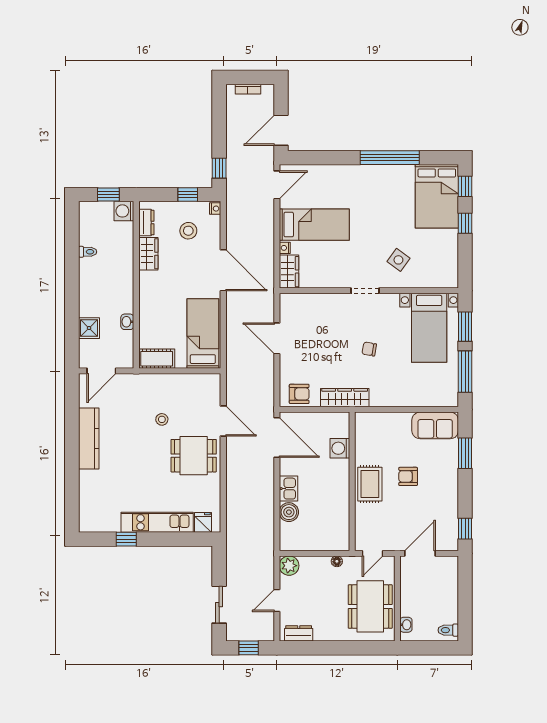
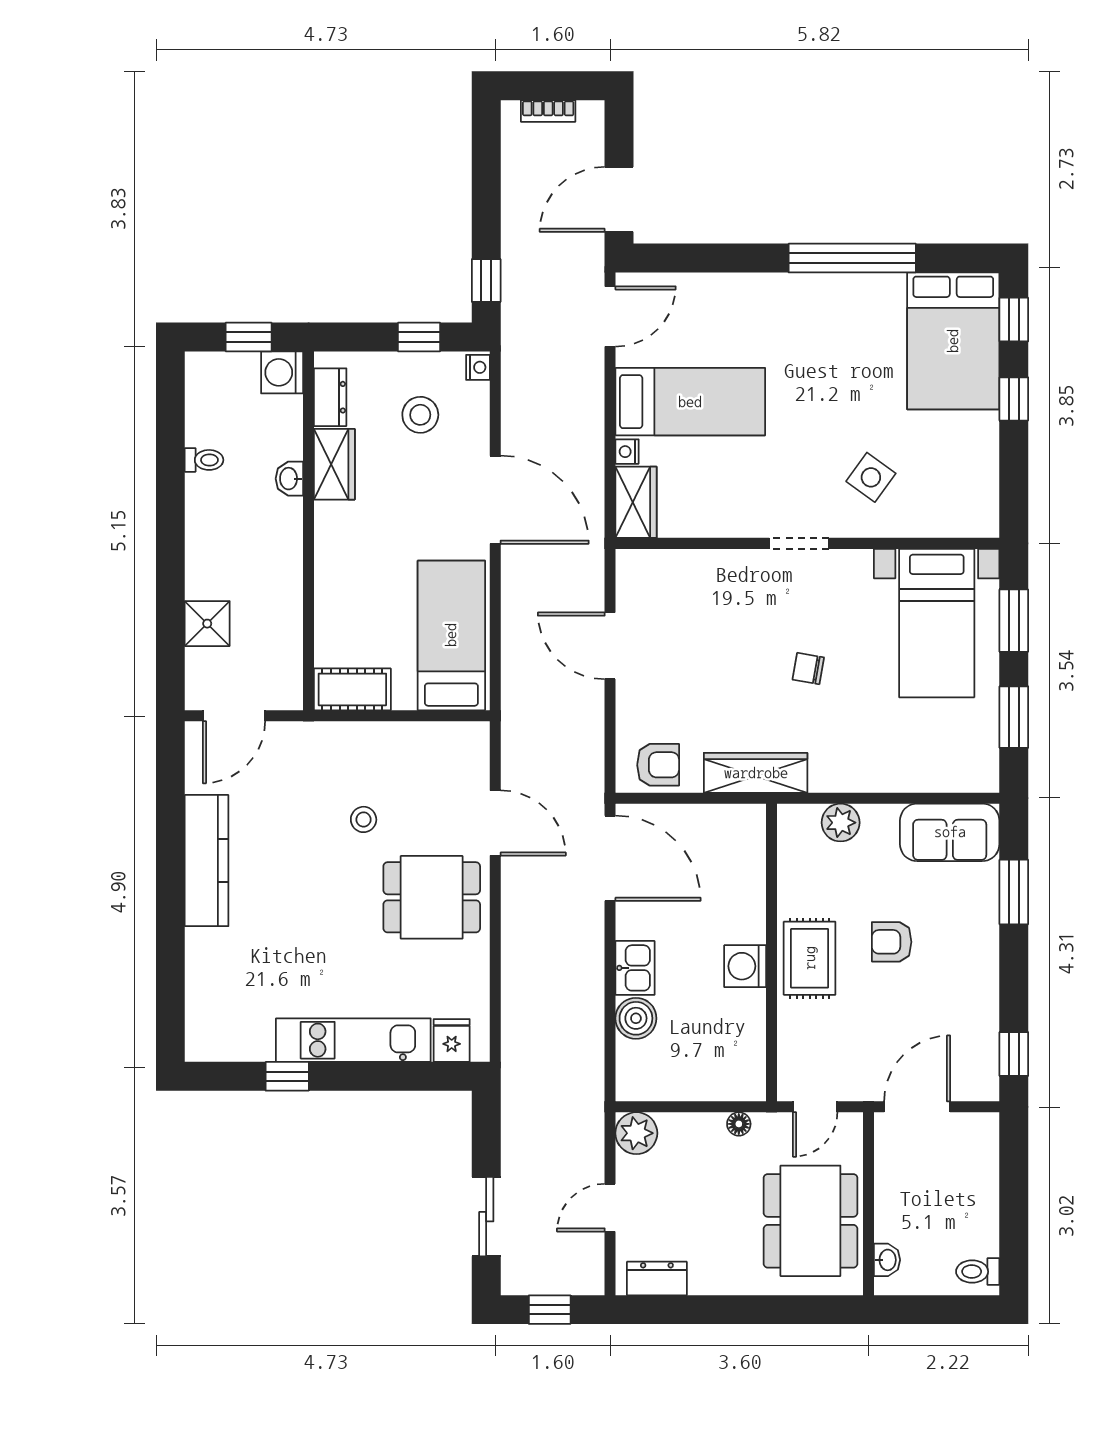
washbasin: (127, 322) -> (289, 479), moved
window: (465, 372) -> (1014, 717), width x0.69
plant: (384, 421) -> (841, 823), added
washing machine: (340, 448) -> (745, 966), moved

